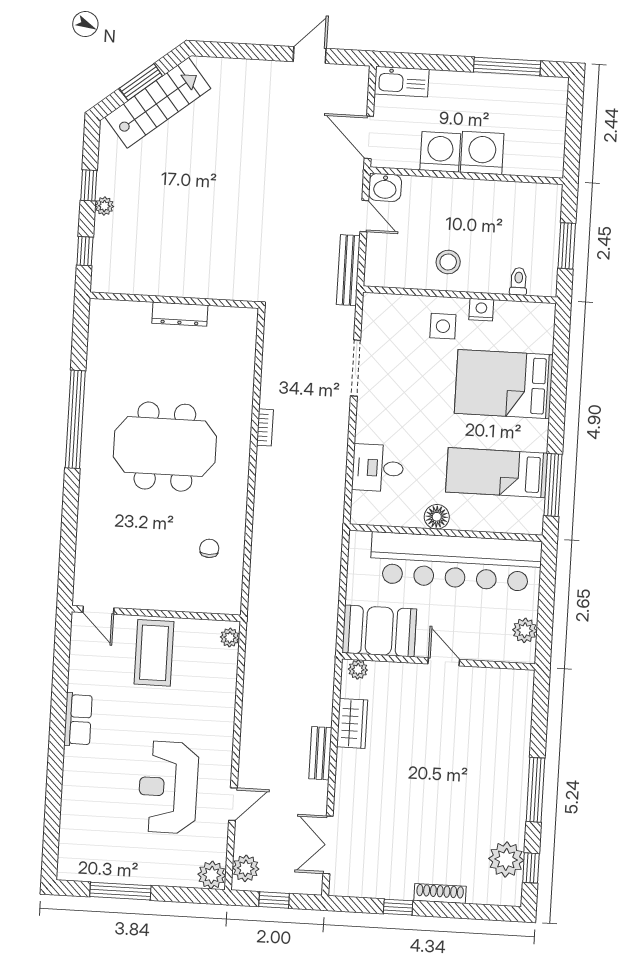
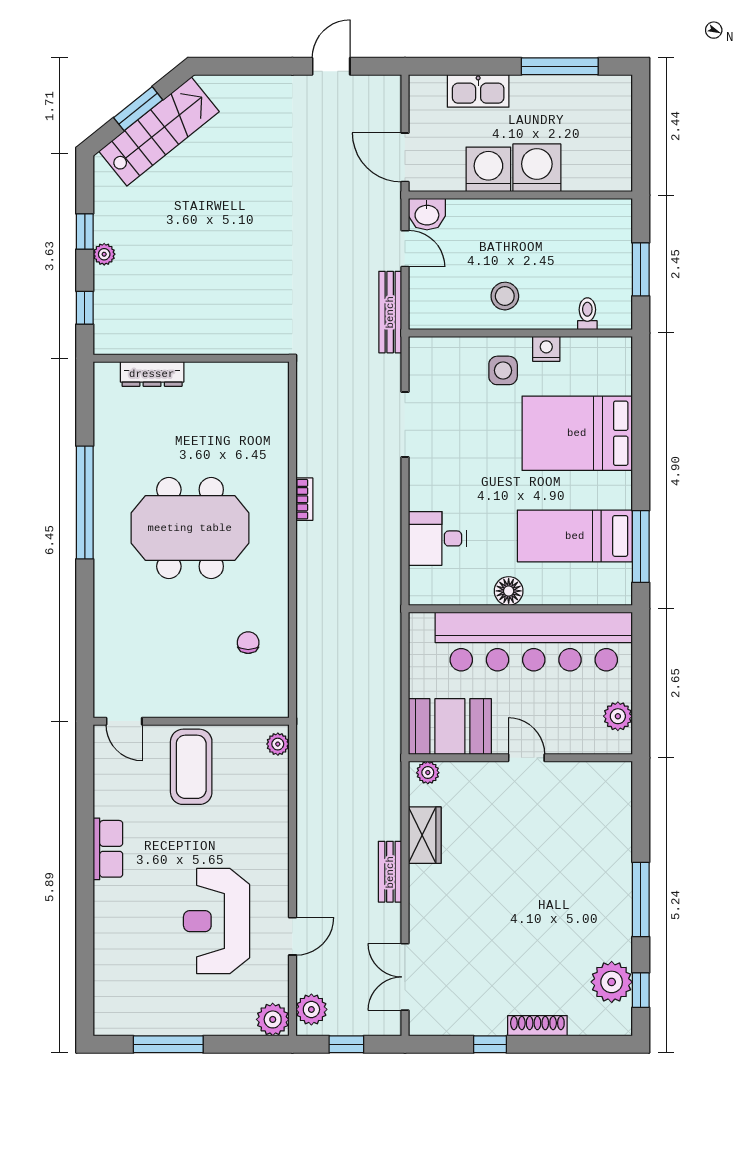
kitchen sink: (402, 82) -> (478, 91), moved
dresser: (180, 314) -> (152, 374), moved

